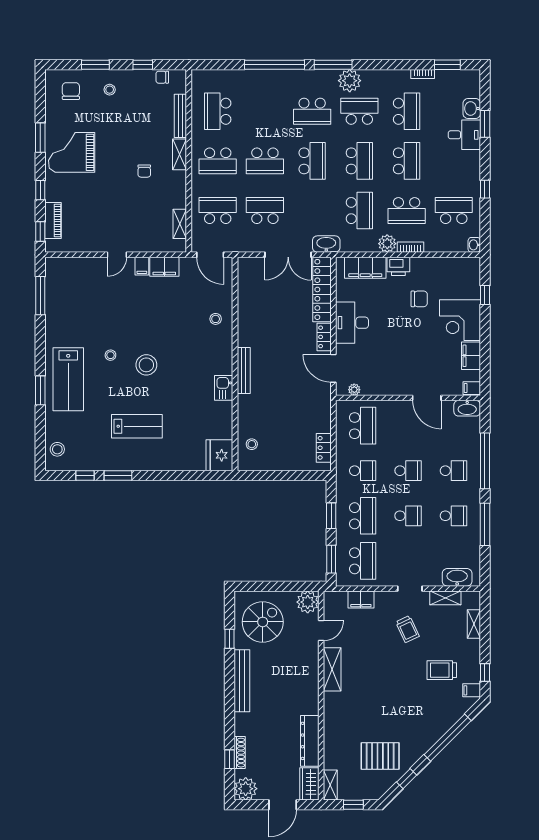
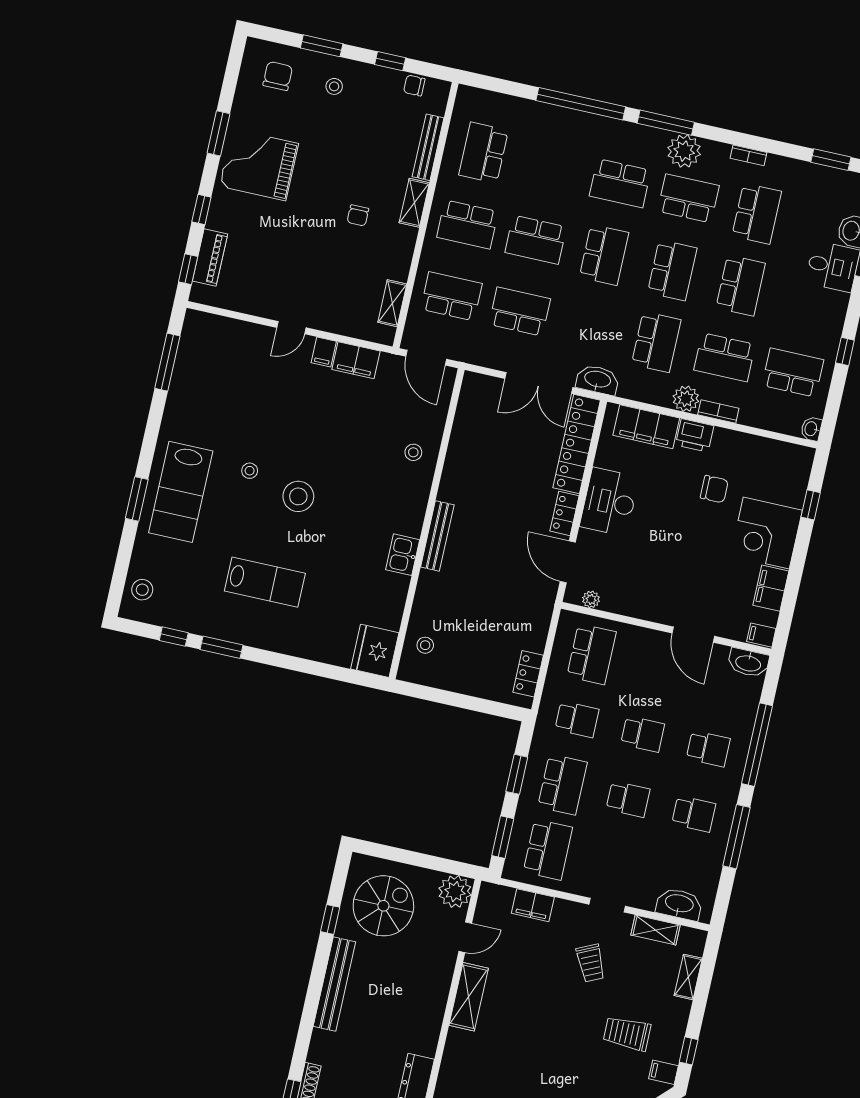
bookcase: (423, 74) -> (748, 155), moved

